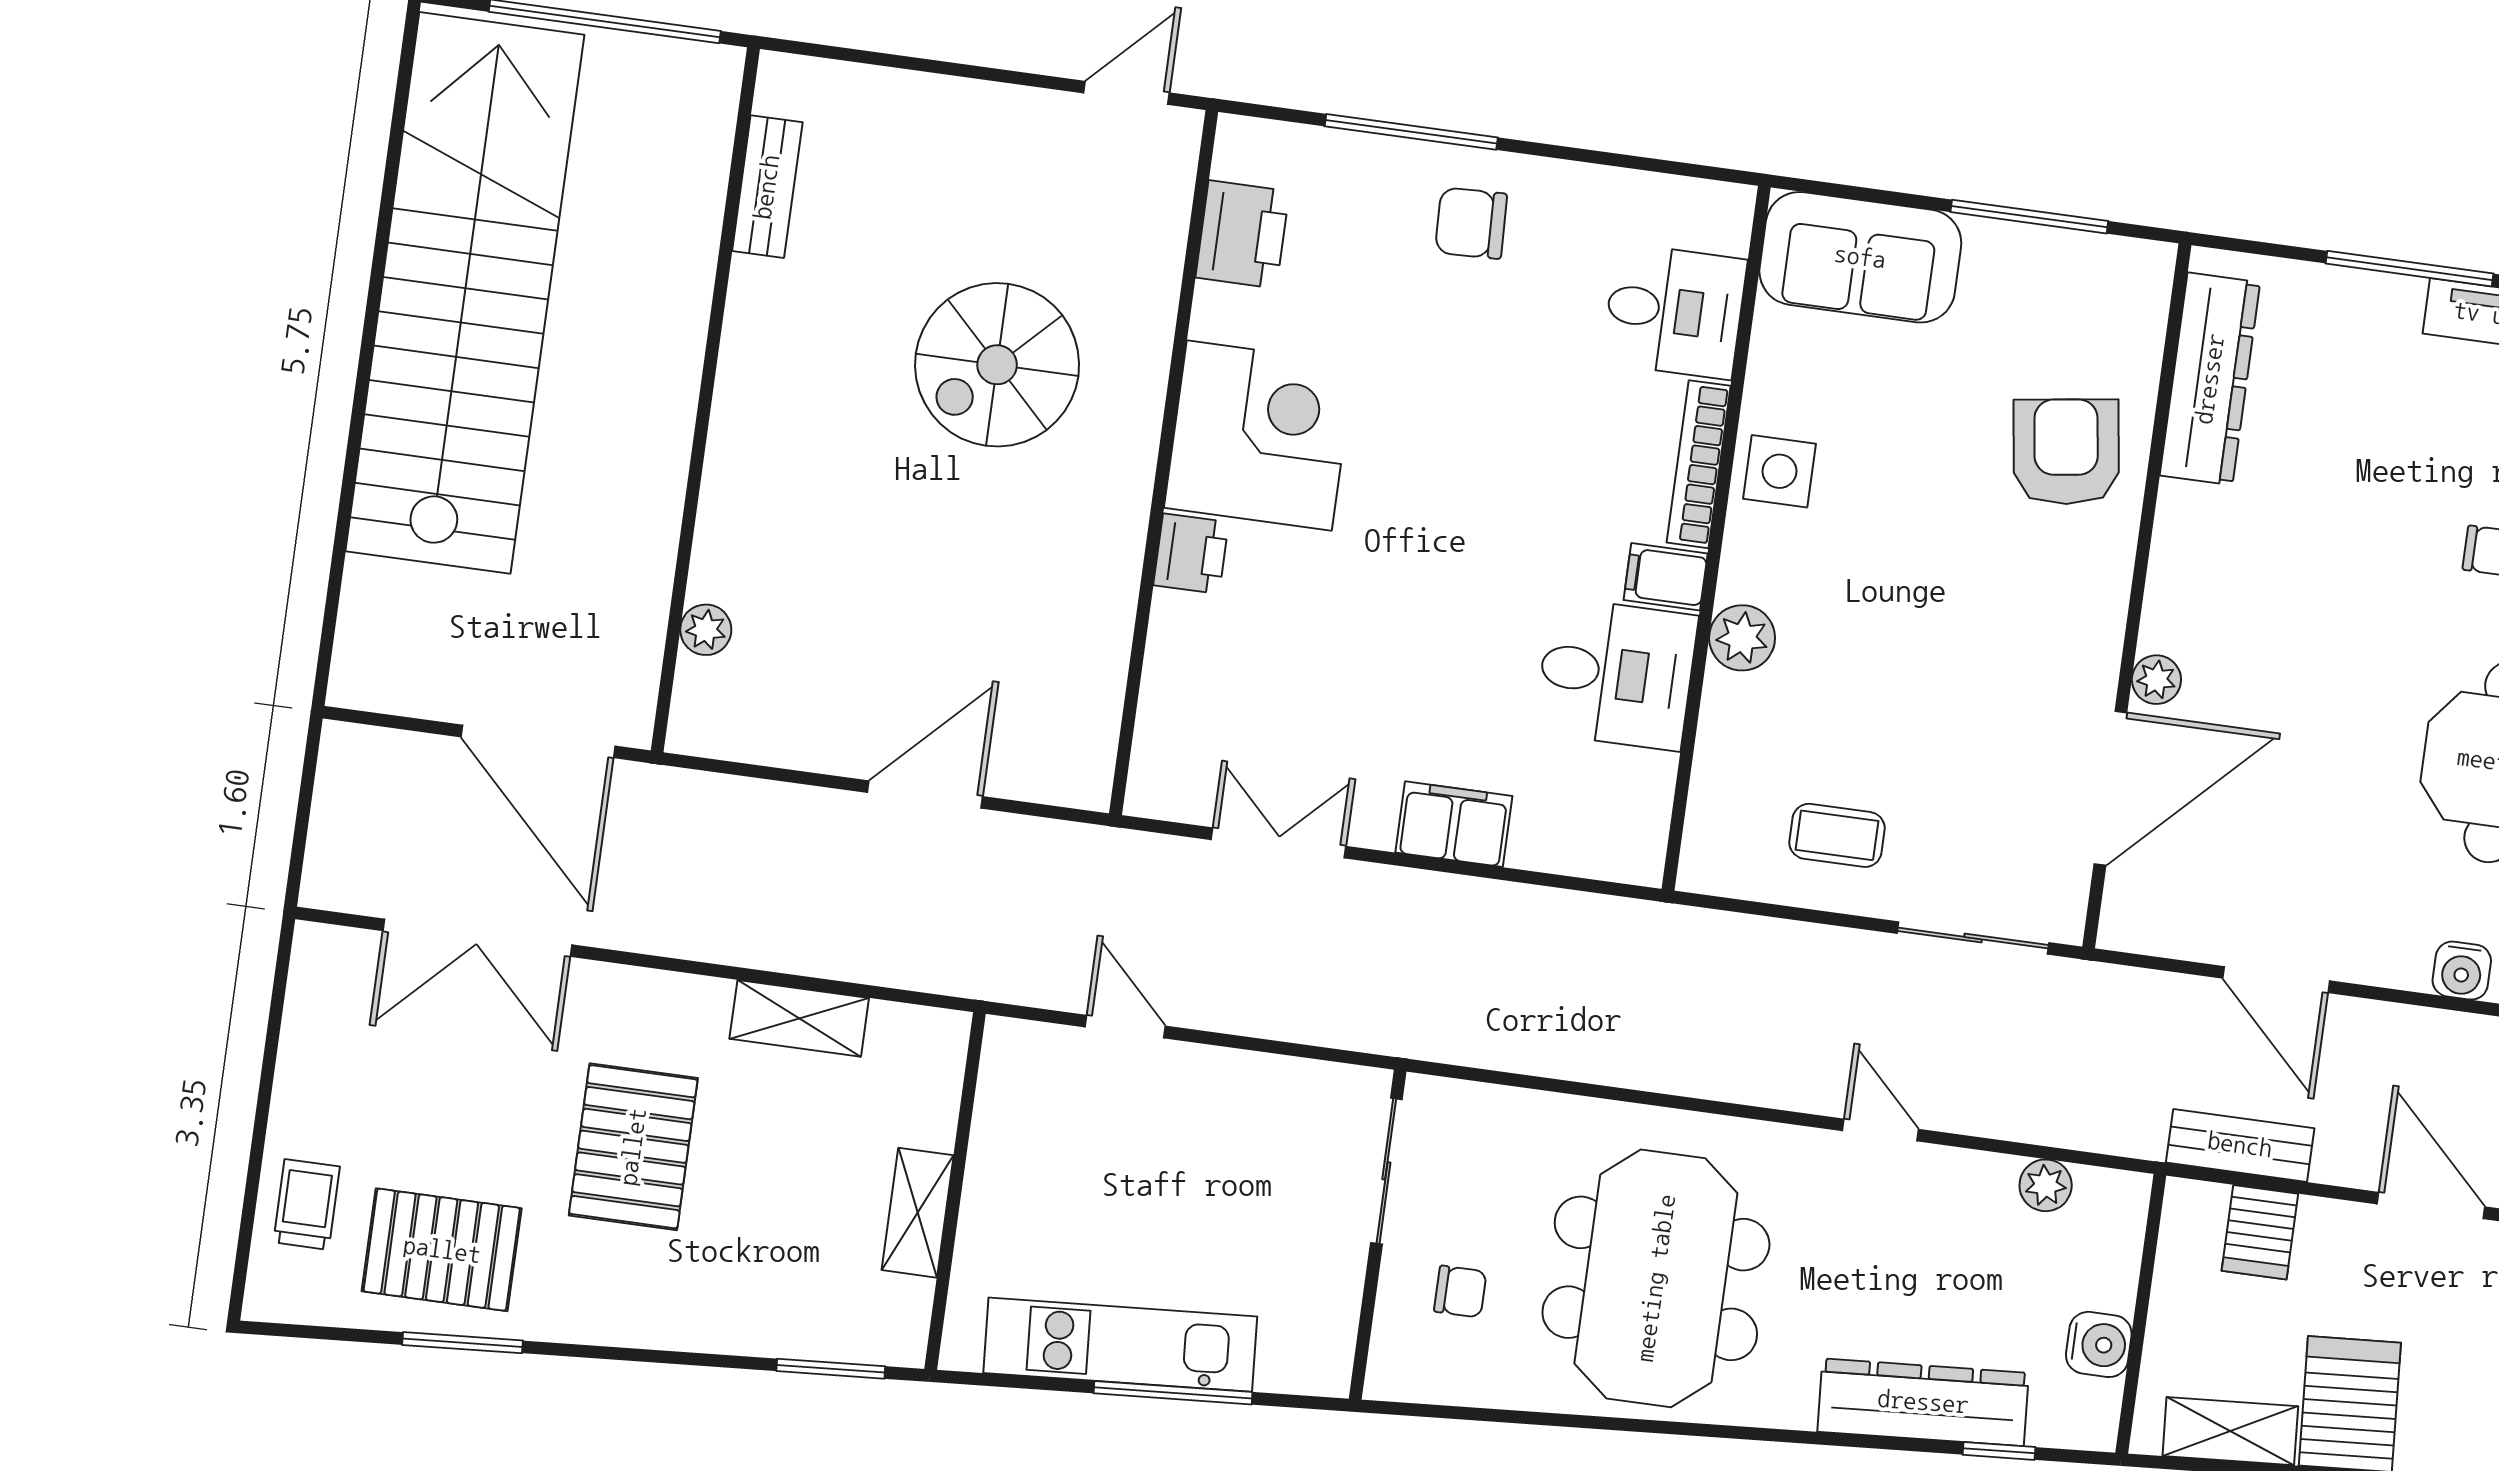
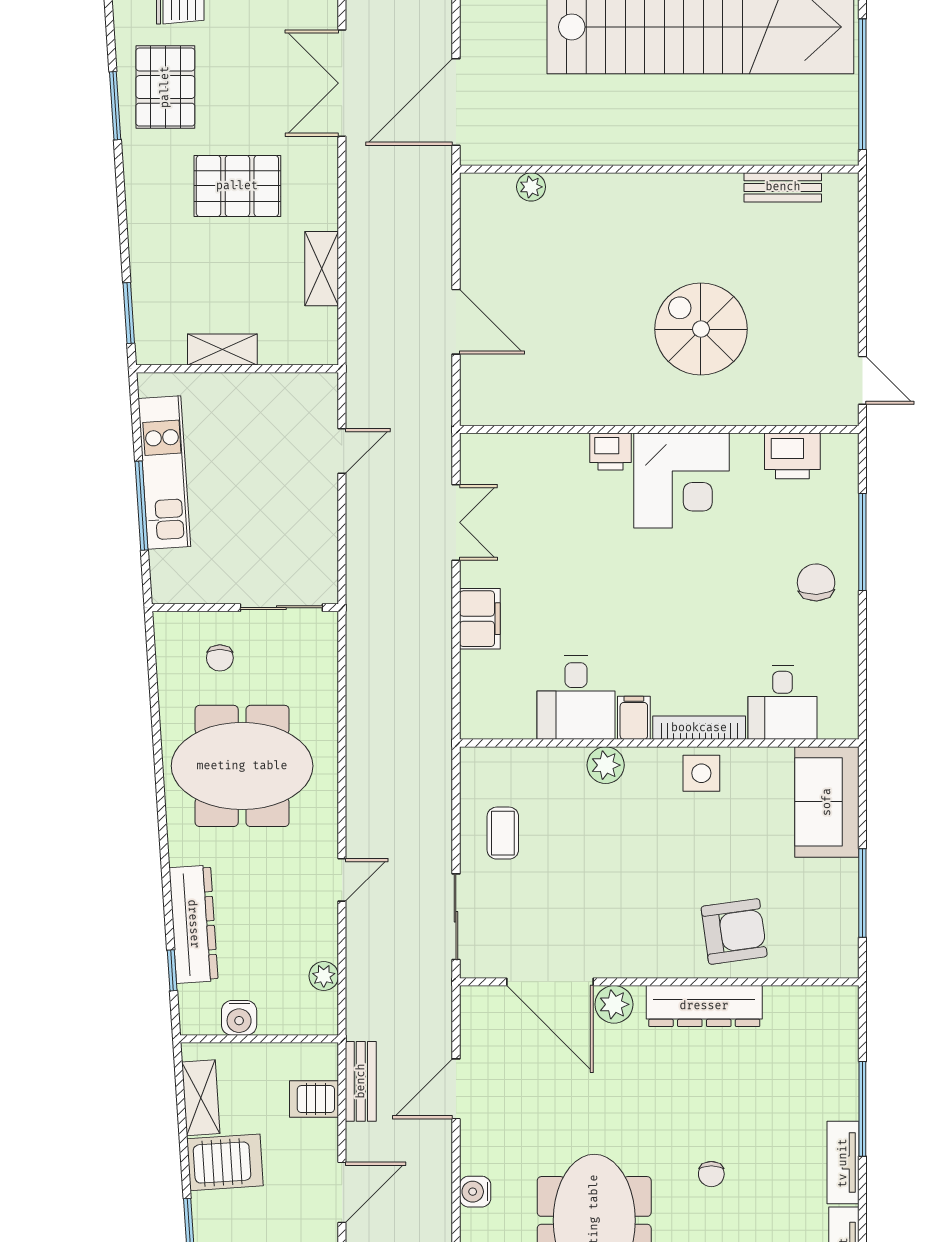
dresser: (2210, 379) -> (704, 1006), moved
plant: (2156, 680) -> (614, 1004), width x1.38, depth x1.38

